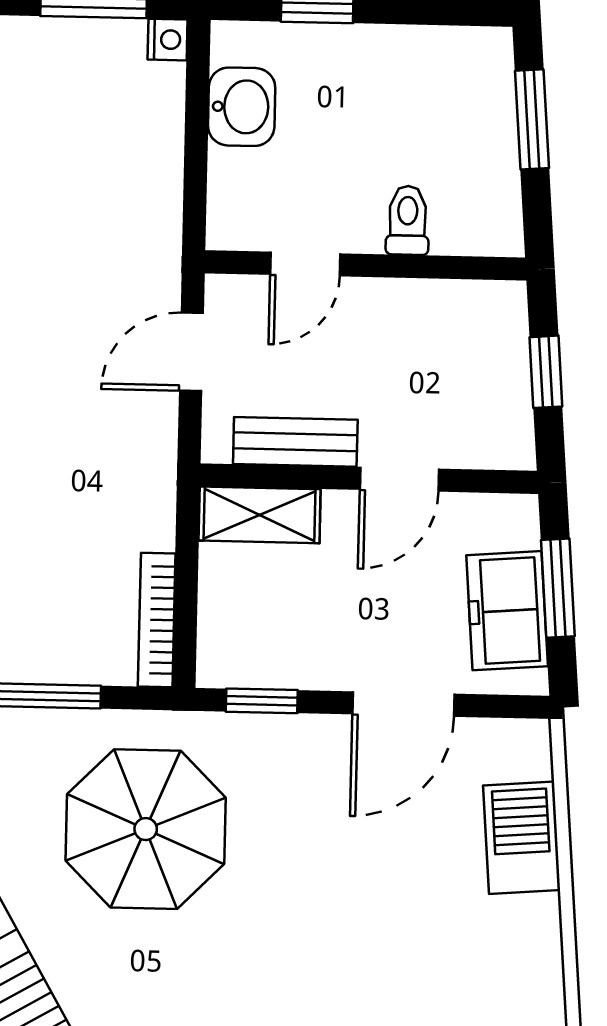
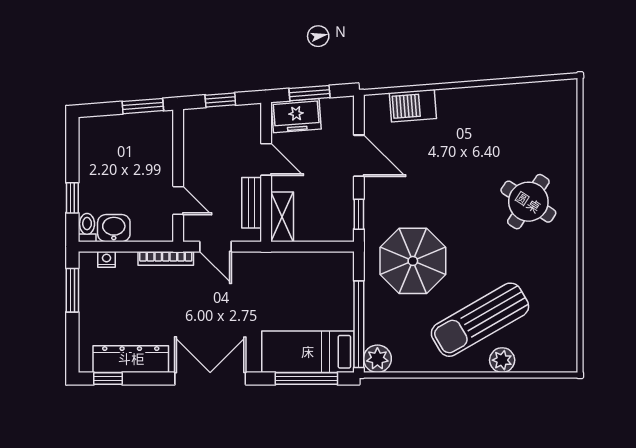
nightstand: (168, 40) -> (107, 259), moved
window: (532, 119) -> (143, 106), moved
toilet: (408, 220) -> (87, 228), moved, turned 90
freezer: (507, 611) -> (296, 116), moved
bookcase: (157, 620) -> (166, 258), moved

